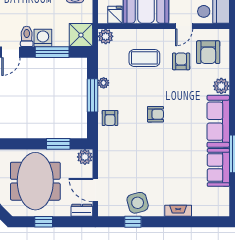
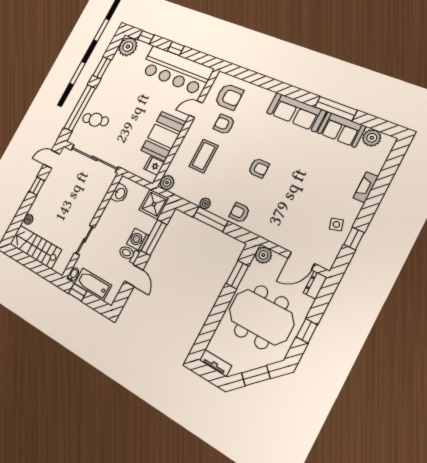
door: (184, 26) -> (196, 109), swing flipped
plant: (221, 86) -> (372, 138), moved
armchair: (155, 114) -> (259, 168), turned 90
armchair: (110, 118) -> (240, 213), turned 180
side table: (138, 203) -> (336, 224), width x0.54, depth x0.54

